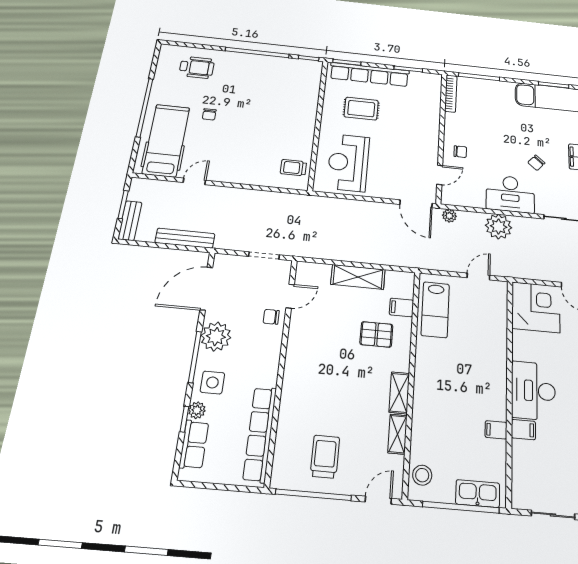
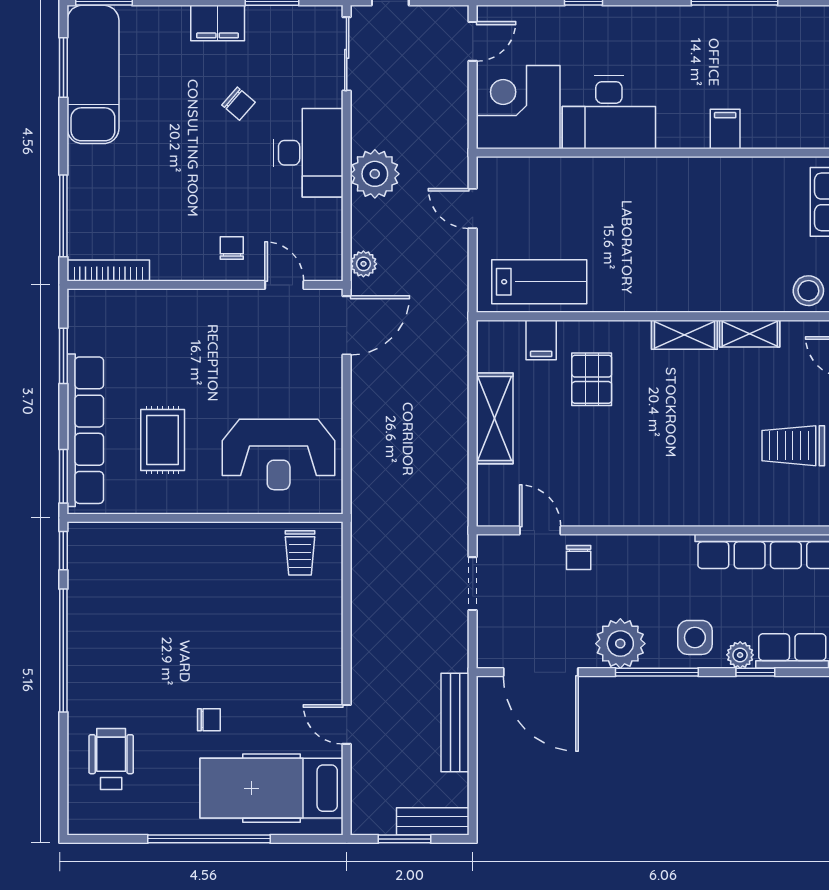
desk: (533, 391) -> (609, 112), moved
filing cabinet: (496, 430) -> (729, 174), removed

